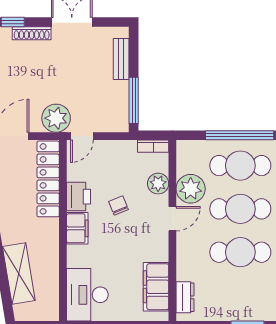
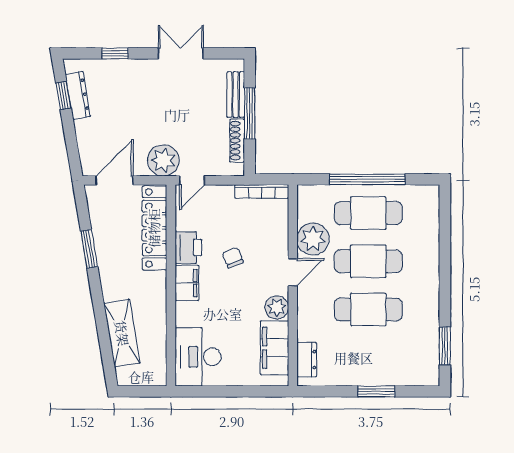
shoe rack: (32, 33) -> (237, 141), moved, turned 90
window: (134, 100) -> (250, 113), moved
bookcase: (153, 146) -> (262, 191), width x1.56
plant: (158, 184) -> (277, 307), moved

